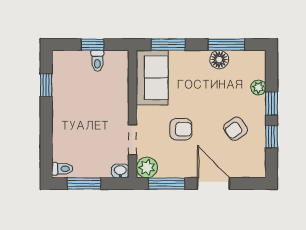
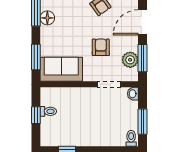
plant: (147, 167) -> (130, 60), moved

